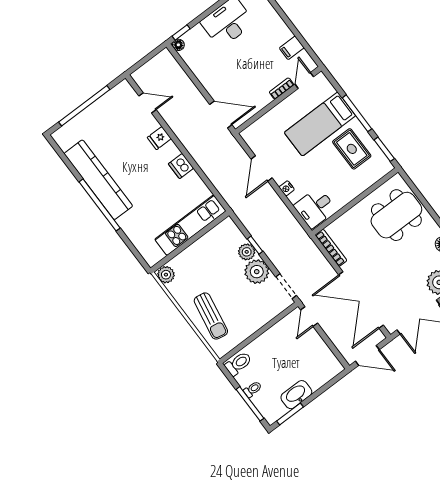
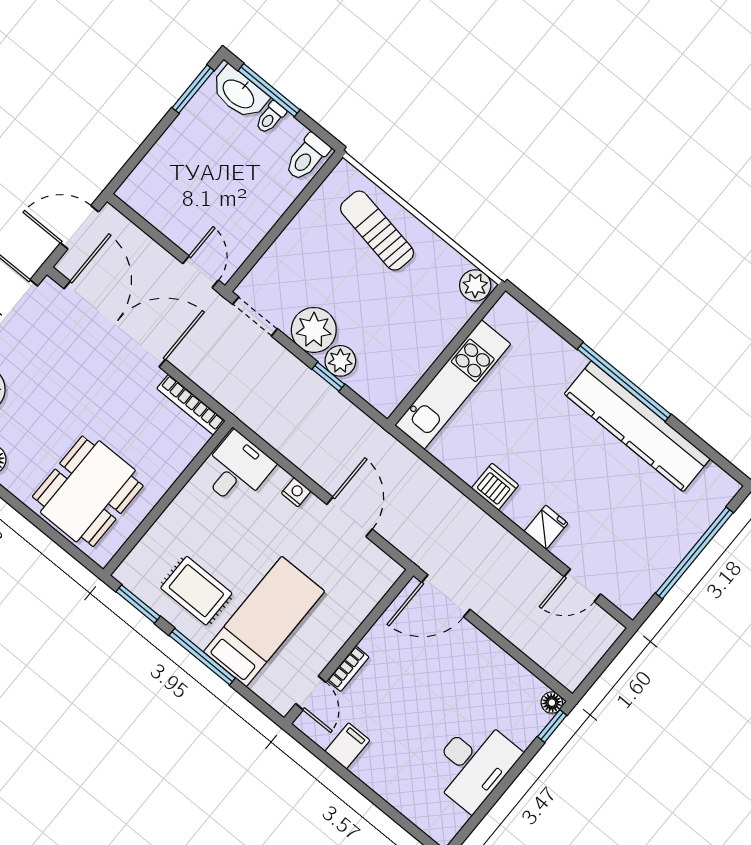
washbasin: (296, 395) -> (239, 93), moved, turned 90

